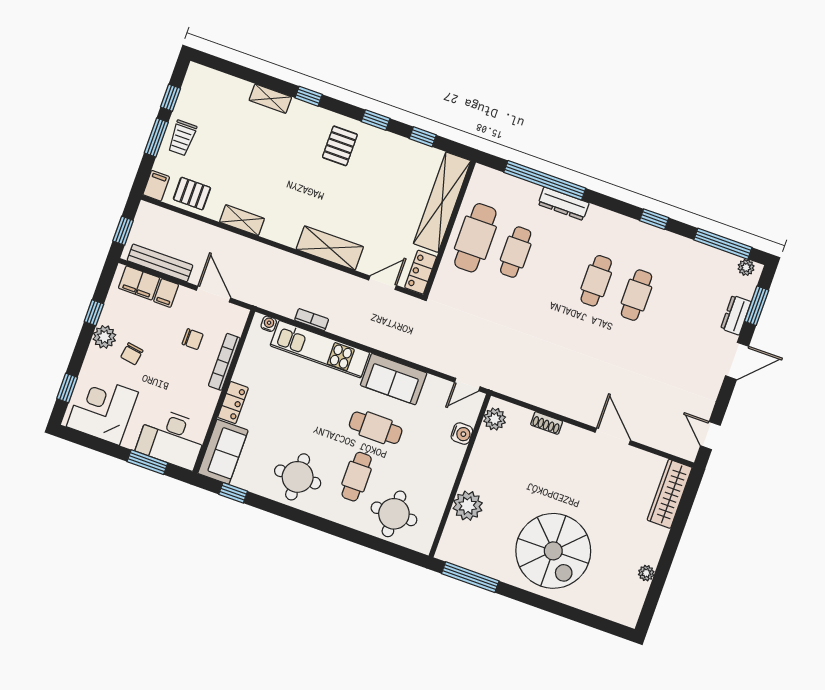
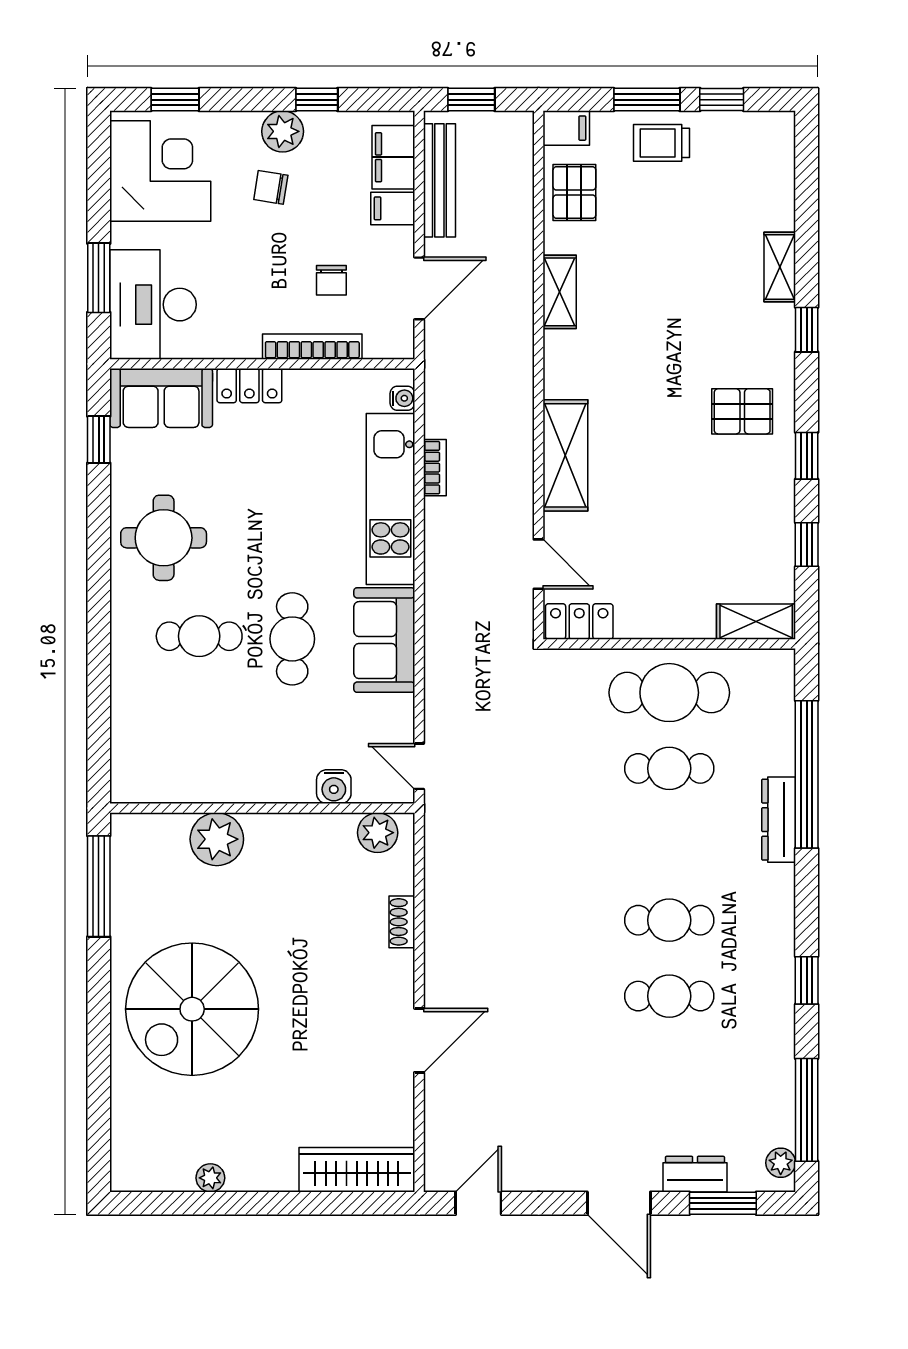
shelving: (442, 202) -> (756, 622), width x0.45, depth x0.75
round table: (394, 514) -> (159, 721), removed

